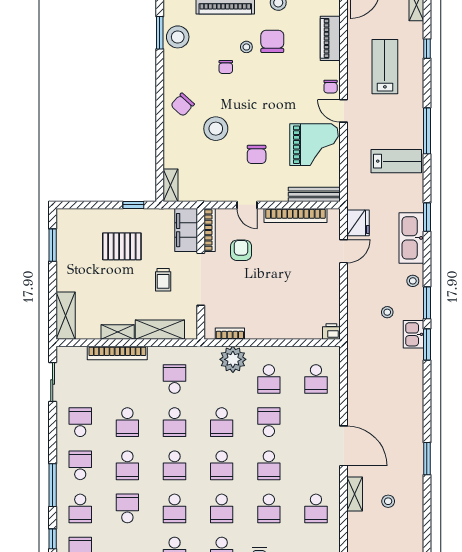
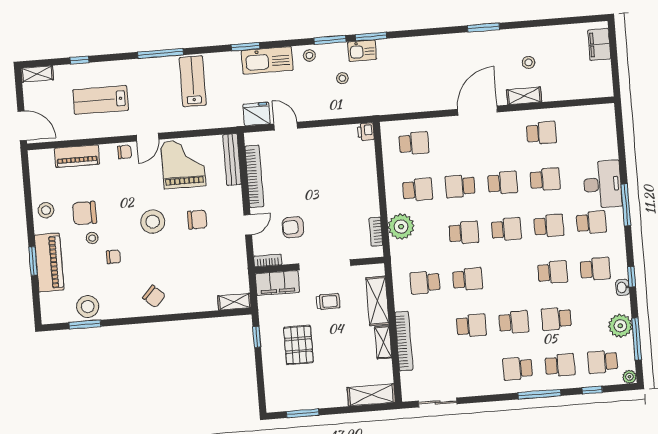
stool: (216, 129) -> (153, 222), moved
bookcase: (210, 230) -> (268, 260), width x0.64
school desk: (80, 422) -> (475, 372), removed
school desk: (175, 465) -> (510, 276), removed

